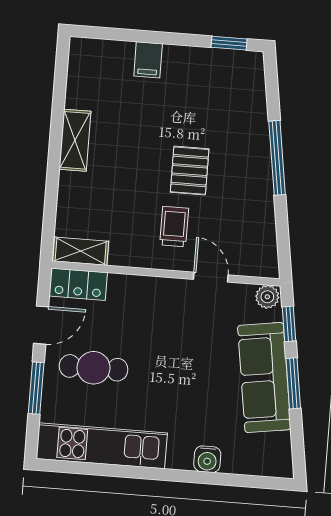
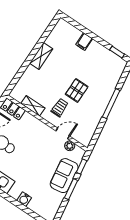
shelving: (81, 251) -> (33, 106), moved
door: (211, 277) -> (63, 133), hinge flipped
plant: (267, 297) -> (70, 146), moved
sofa: (264, 378) -> (64, 176), width x0.73

